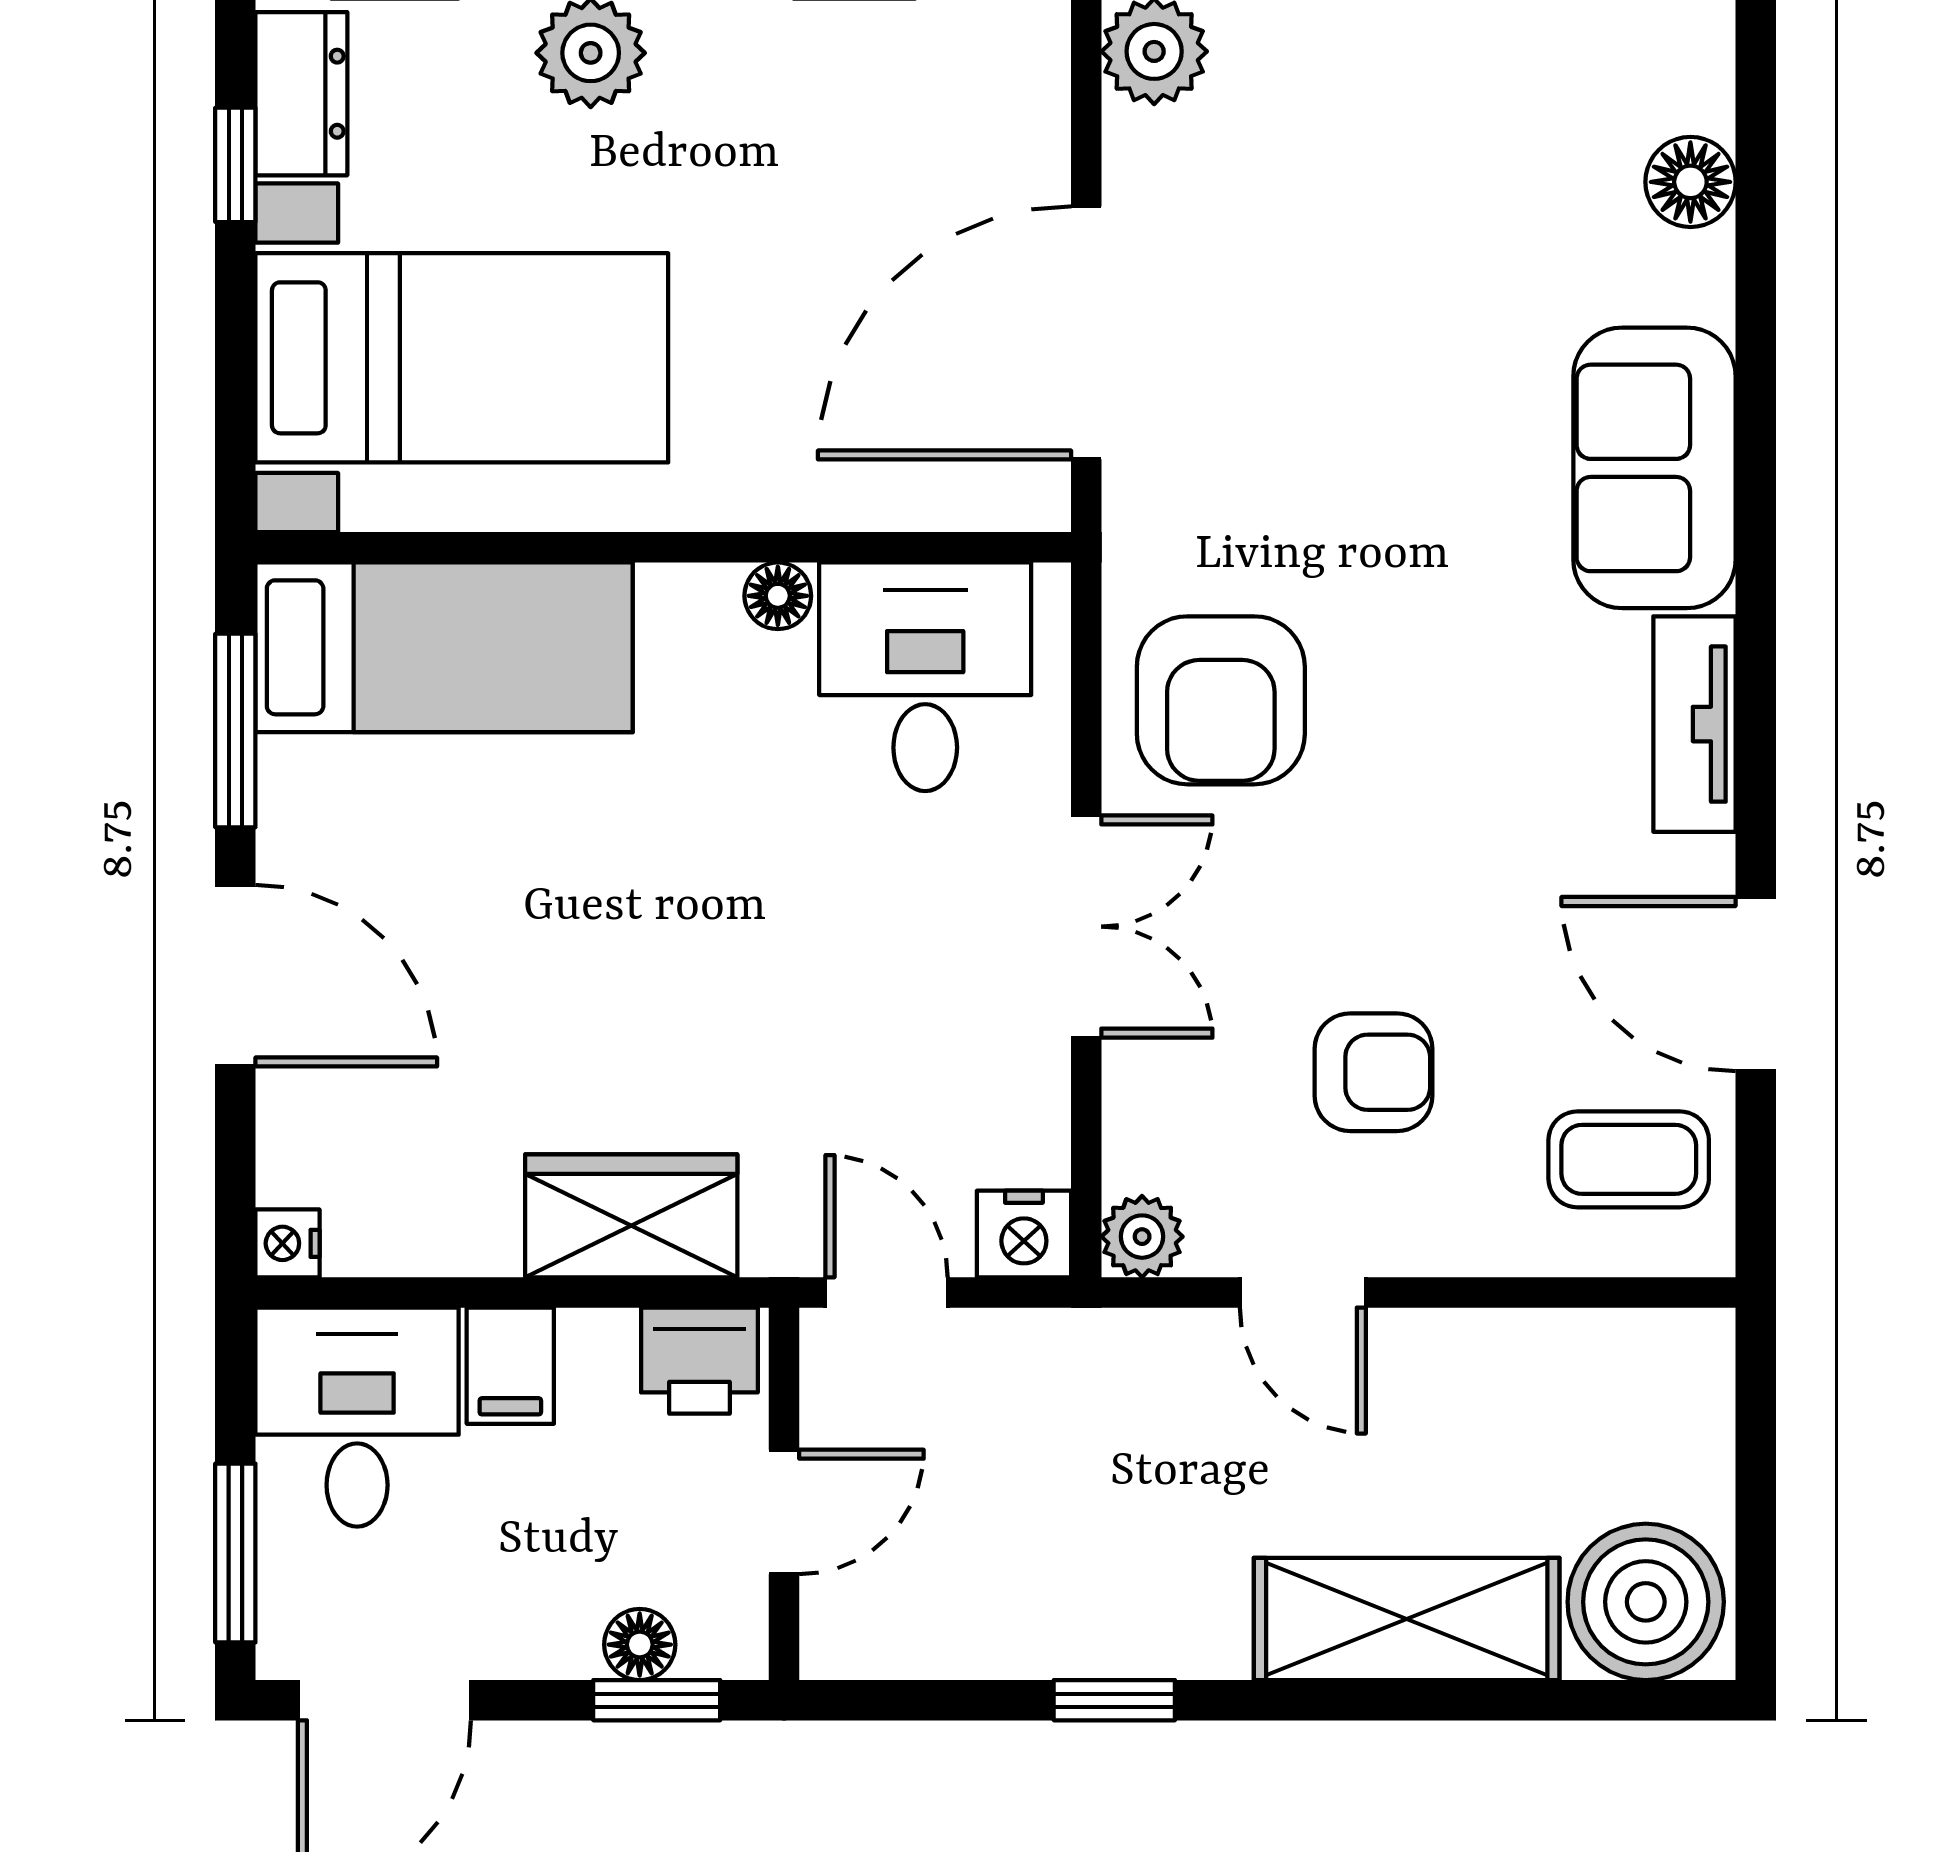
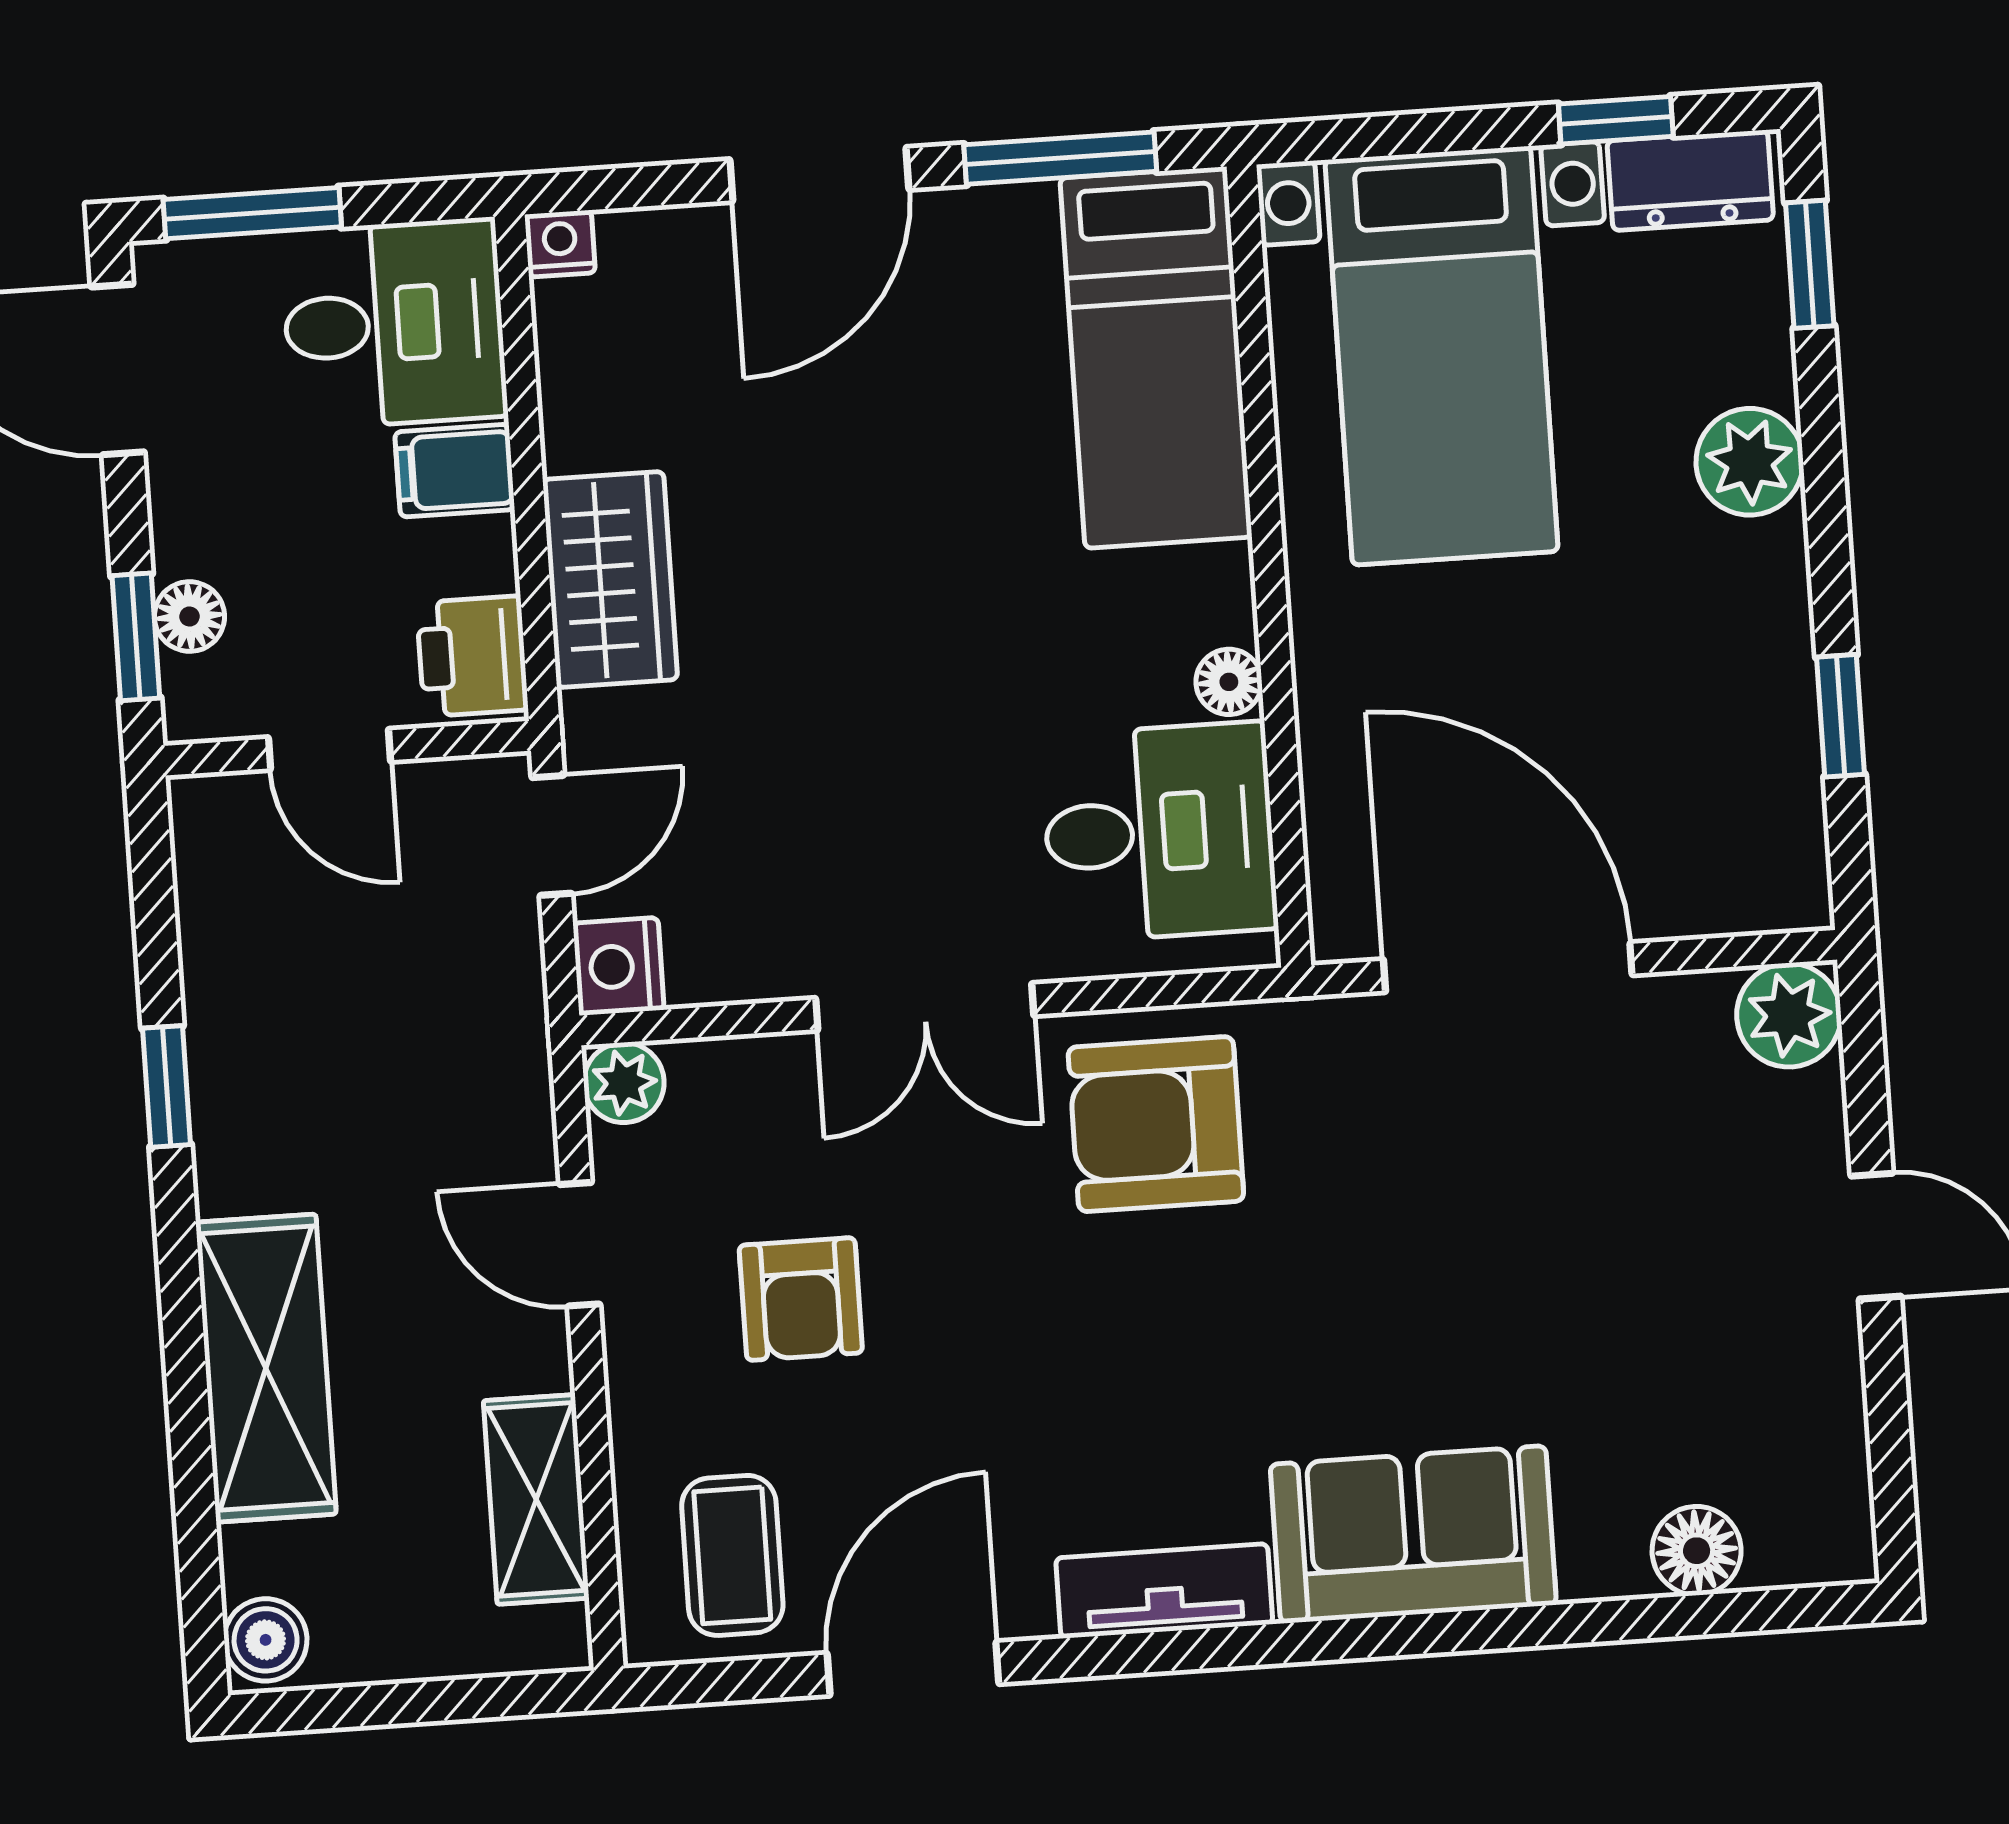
door: (1303, 1292) -> (580, 1244), hinge flipped
shelving: (1558, 1354) -> (536, 1499), added
boiler: (1646, 1602) -> (266, 1640), width x0.54, depth x0.54

